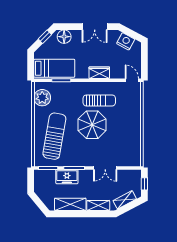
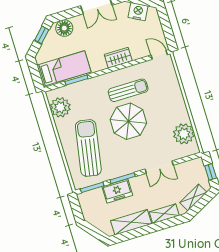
plant: (132, 148) -> (184, 134), added

